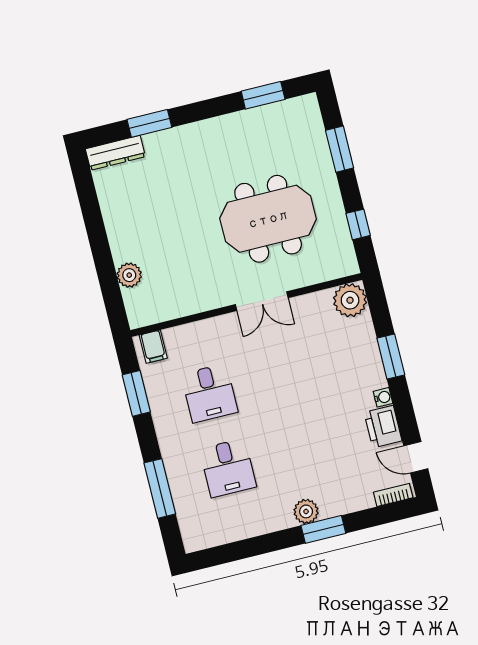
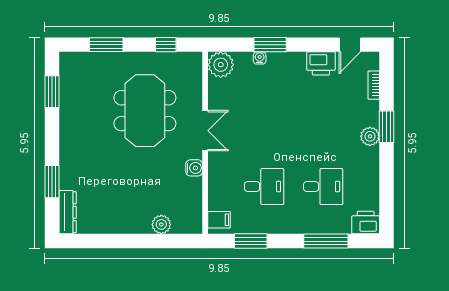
water cooler: (211, 299) -> (194, 168), added
water cooler: (383, 397) -> (260, 58), moved
bookcase: (393, 495) -> (374, 85), moved
printer: (196, 533) -> (366, 223), added

